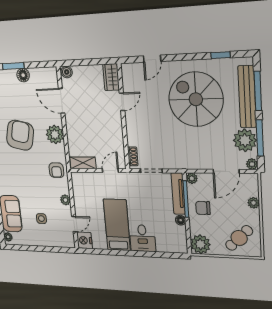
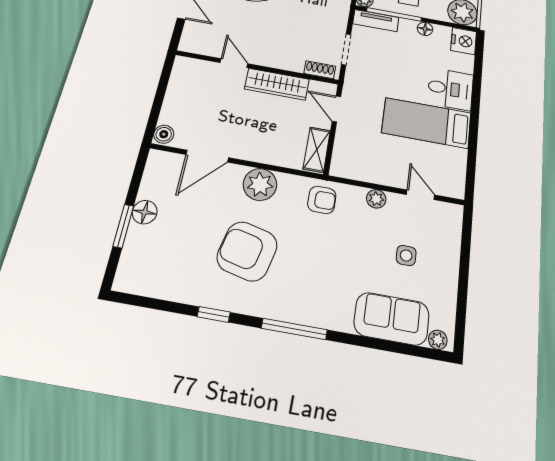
wardrobe: (111, 77) -> (277, 84), moved, width x1.50
tv unit: (178, 194) -> (376, 21), width x0.71
nightstand: (85, 240) -> (464, 41), moved, turned -90

